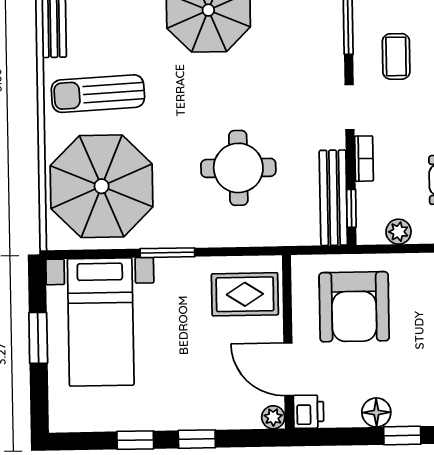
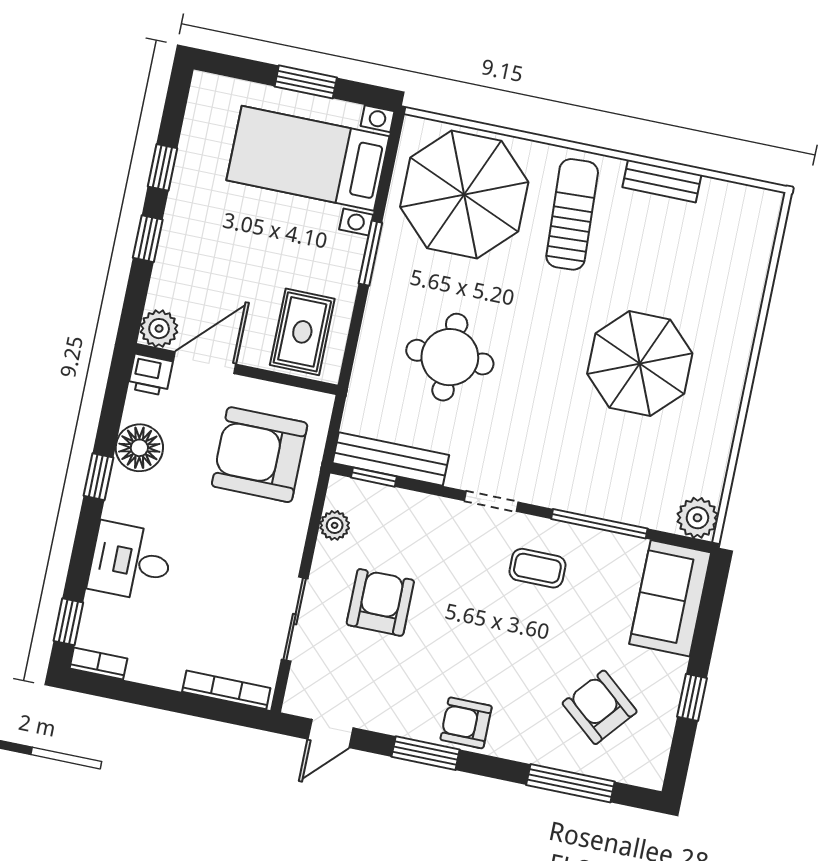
bookcase: (364, 159) -> (428, 505), removed
floor lamp: (376, 412) -> (139, 448), width x1.38, depth x1.38
plant: (273, 417) -> (159, 329), width x1.38, depth x1.38

